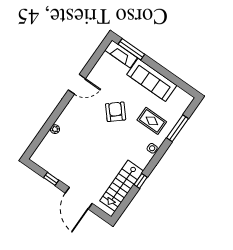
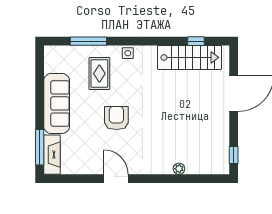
armchair: (116, 112) -> (116, 118), turned 131
window: (51, 179) -> (234, 155), moved
window: (141, 181) -> (196, 41), moved

